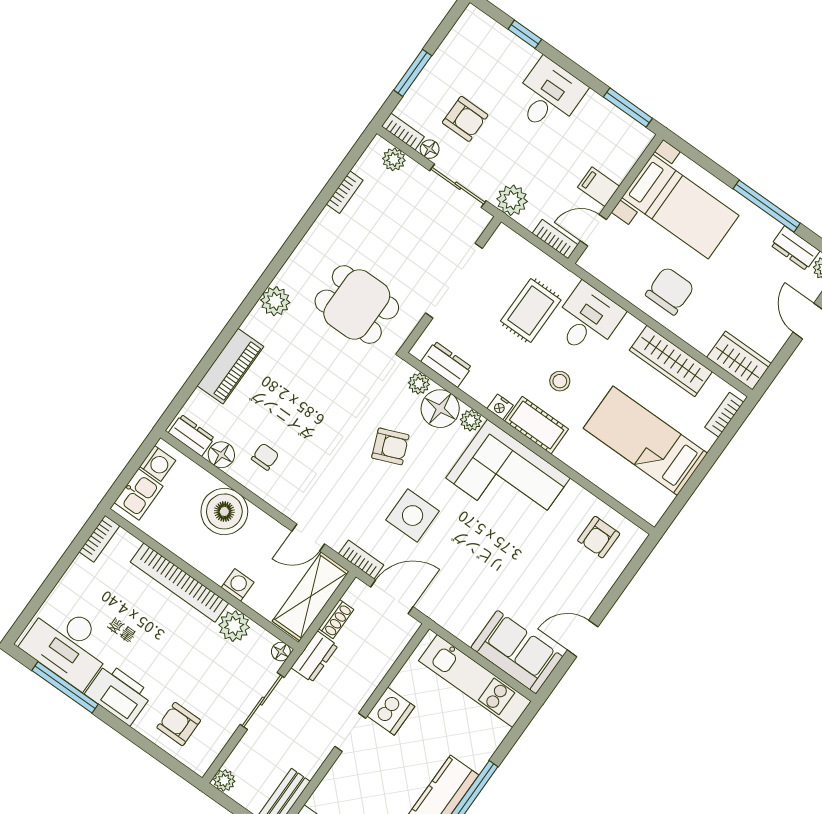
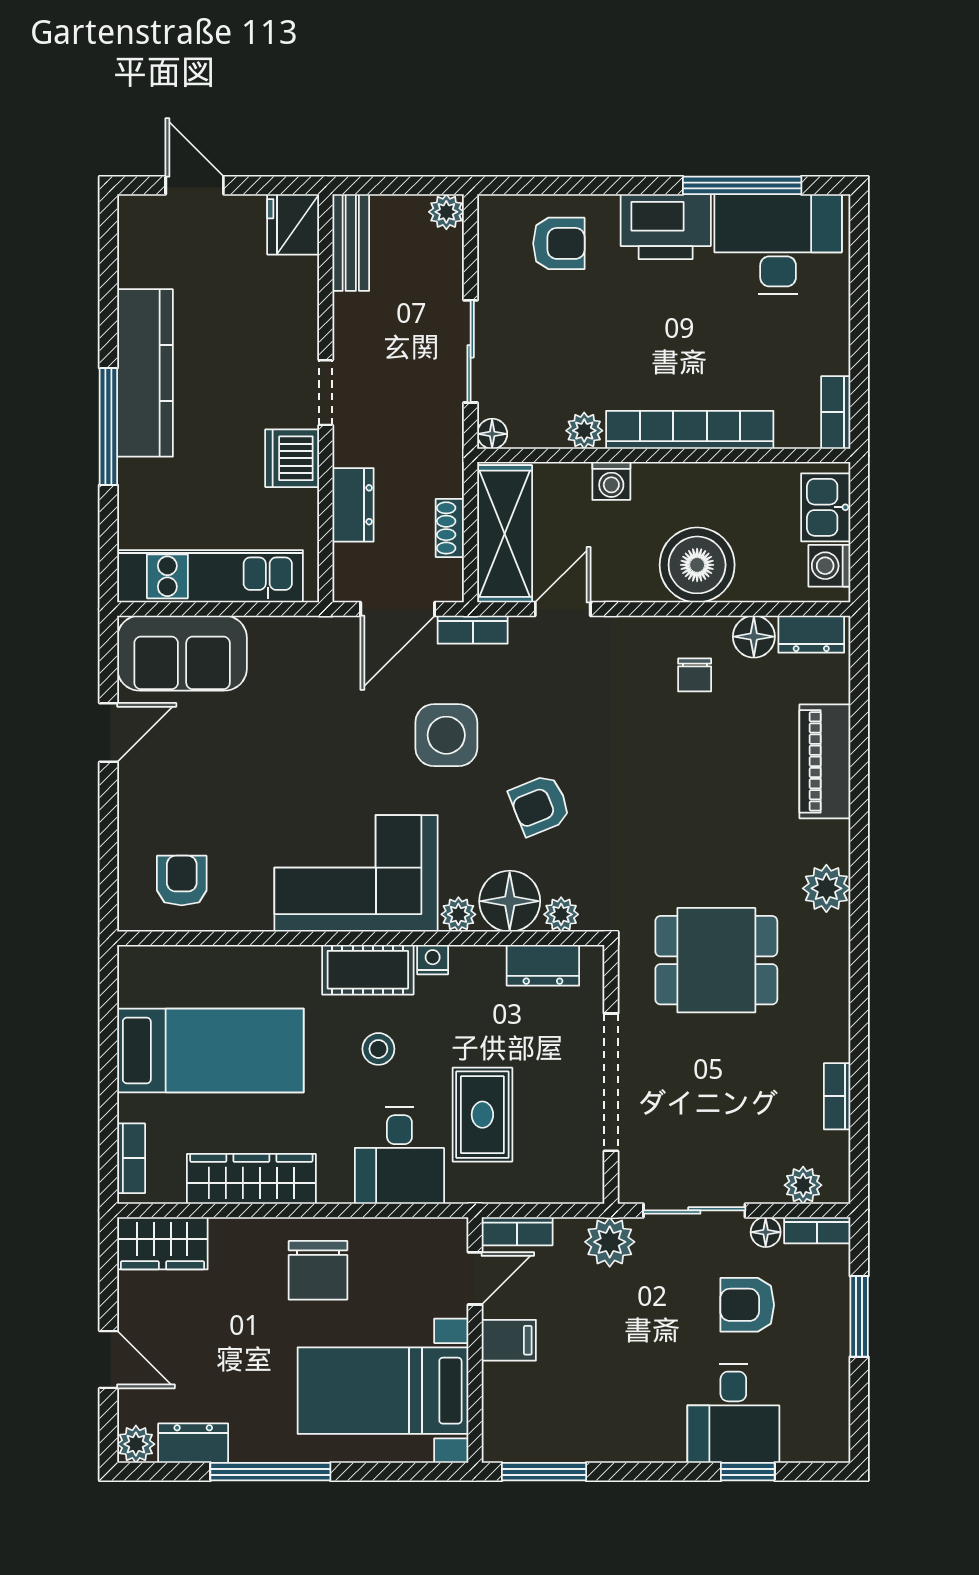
desk: (549, 96) -> (733, 1413), moved
plant: (234, 626) -> (584, 431), width x0.73, depth x0.73
dresser: (315, 657) -> (353, 505), moved, turned 180

